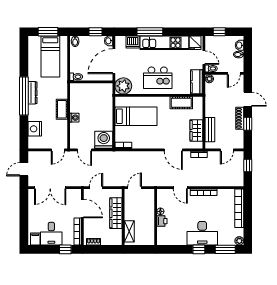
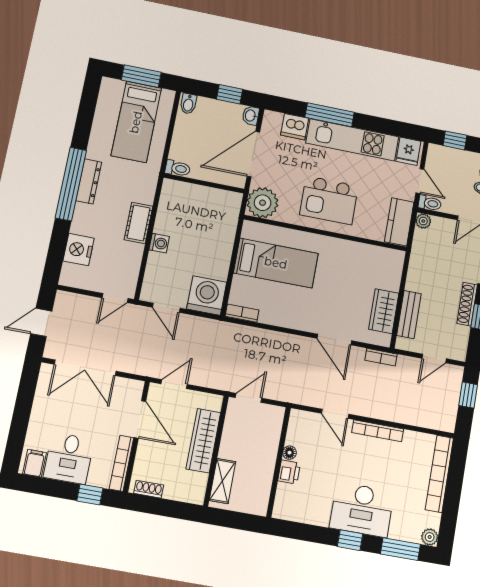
cot: (181, 103) -> (364, 255), removed

